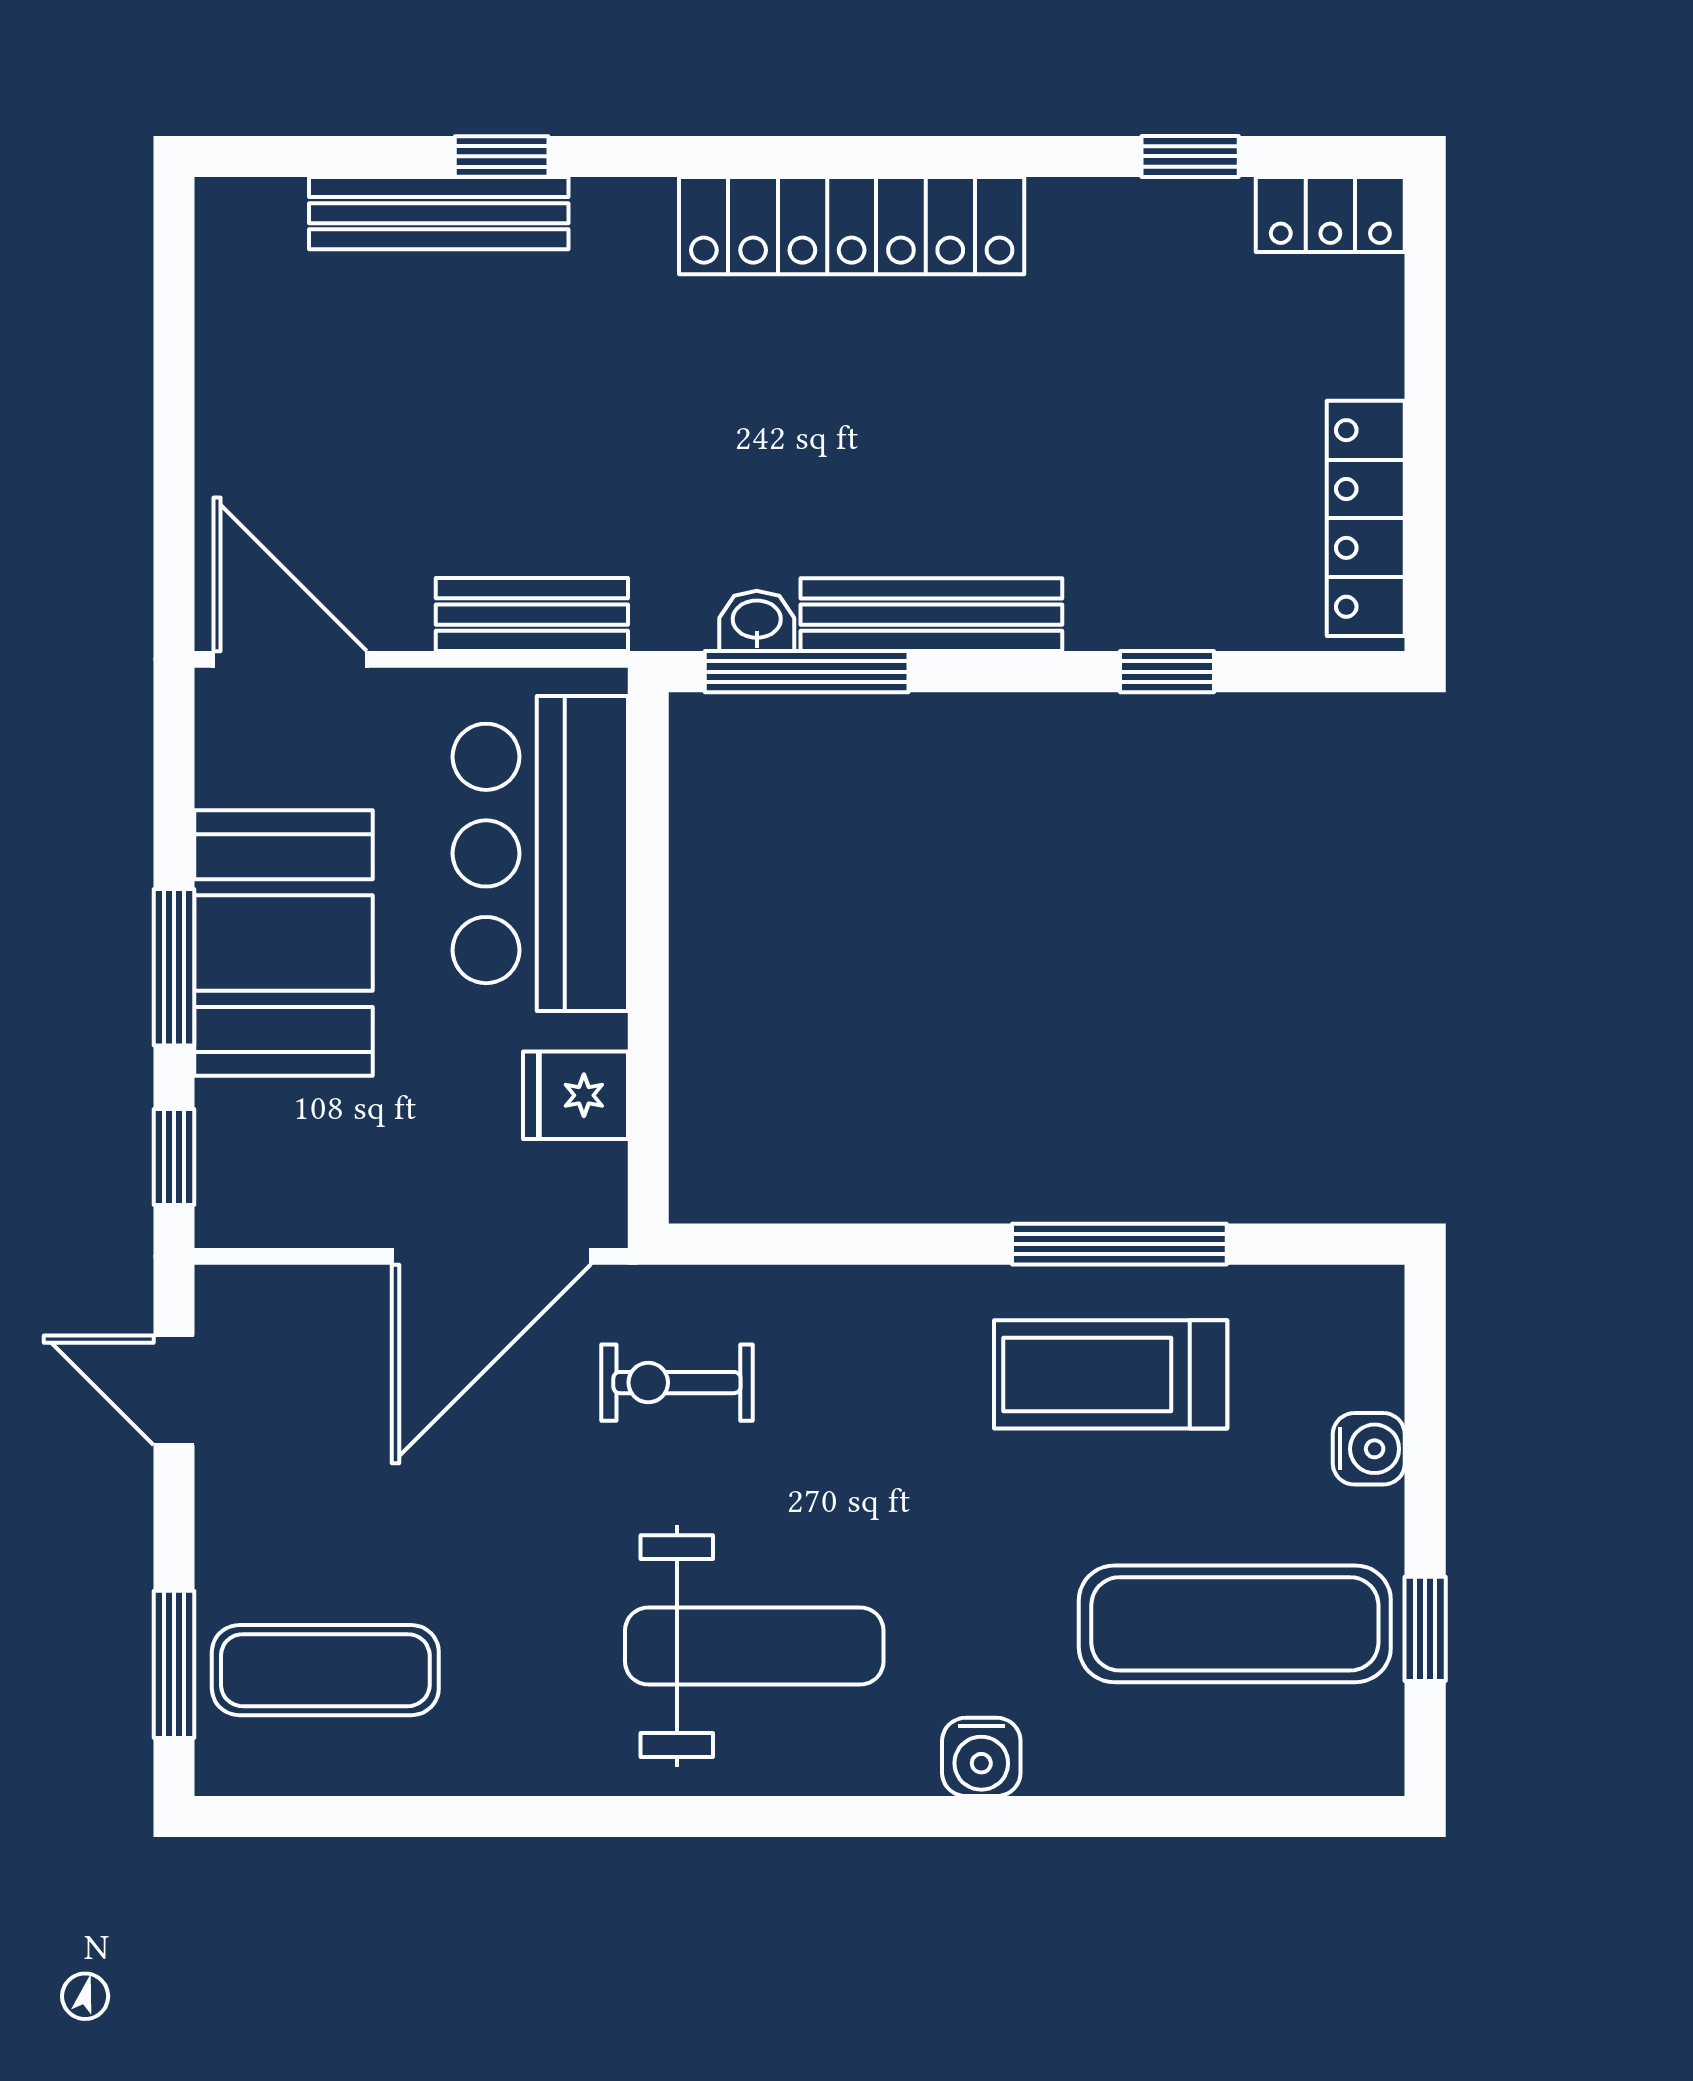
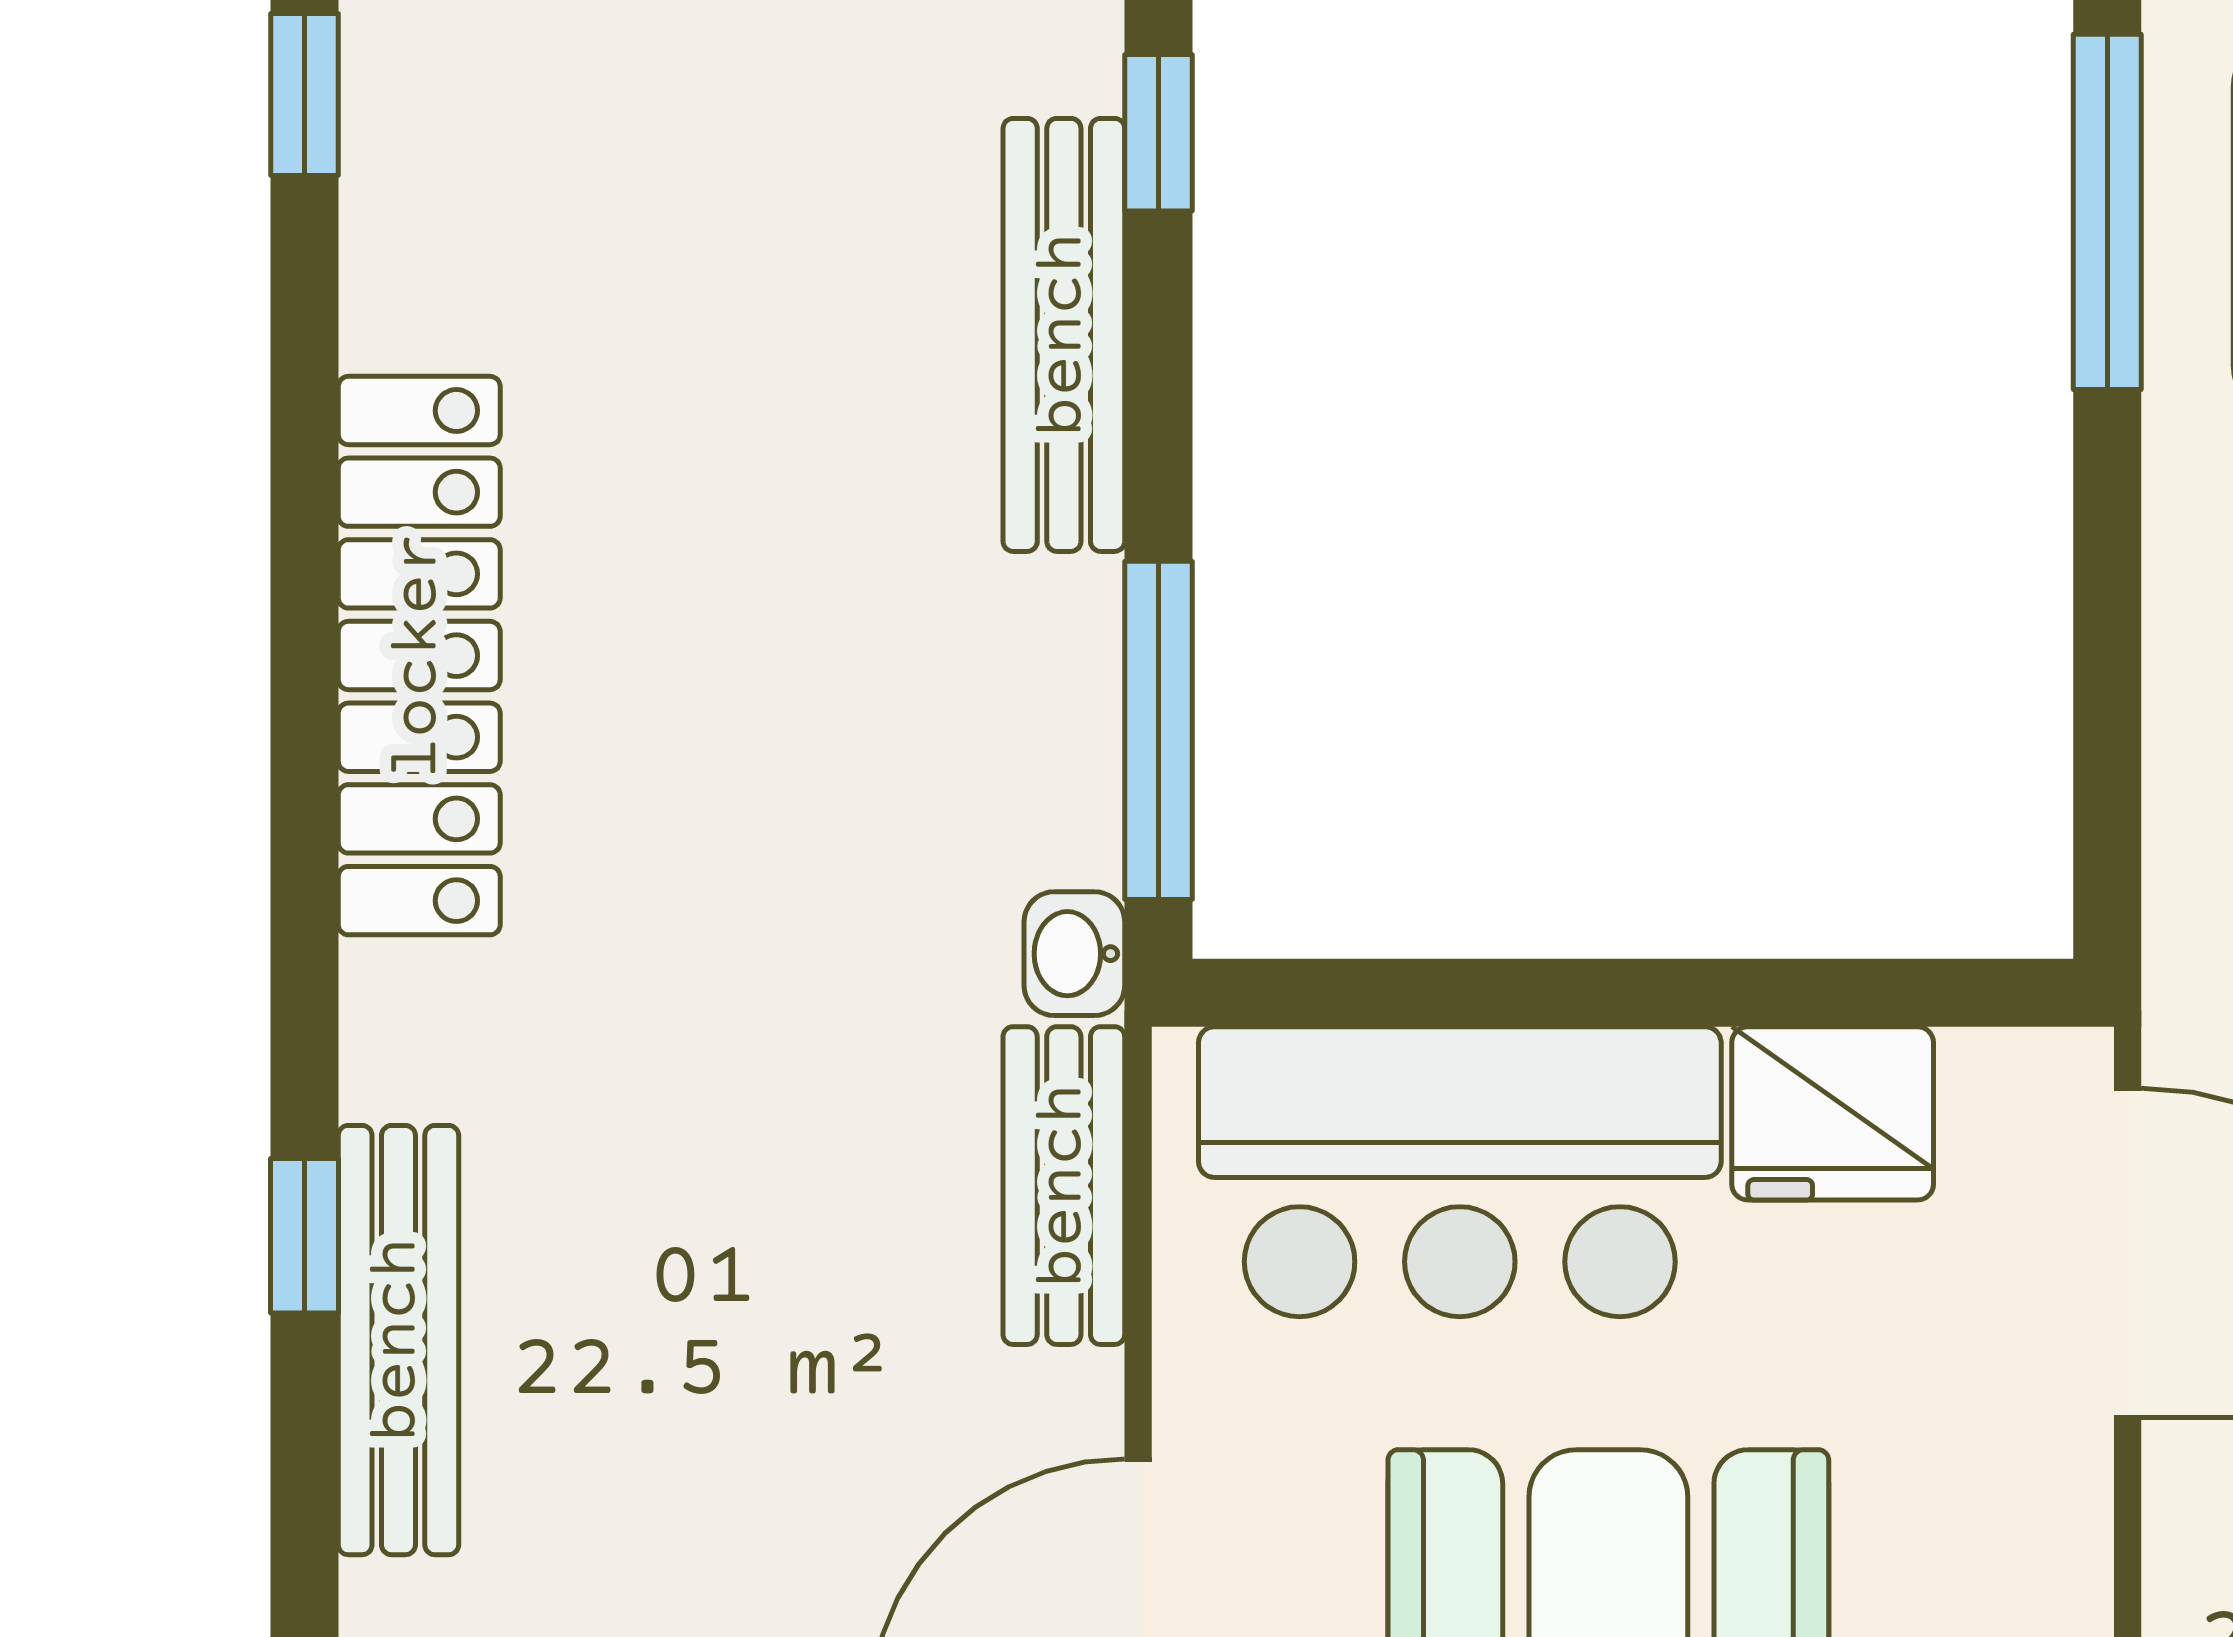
bench: (931, 615) -> (1064, 335), moved
washbasin: (757, 621) -> (1074, 954), moved
fridge: (575, 1095) -> (1833, 1113), width x1.38

